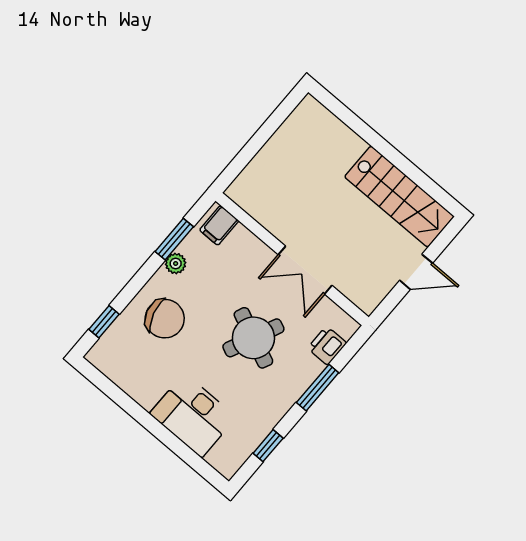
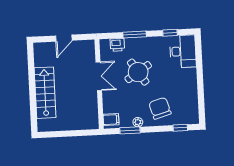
stairs: (399, 197) -> (45, 93), moved
door: (416, 272) -> (64, 38), swing flipped
round table: (253, 338) -> (138, 72), turned 33
desk: (193, 415) -> (183, 51), moved

